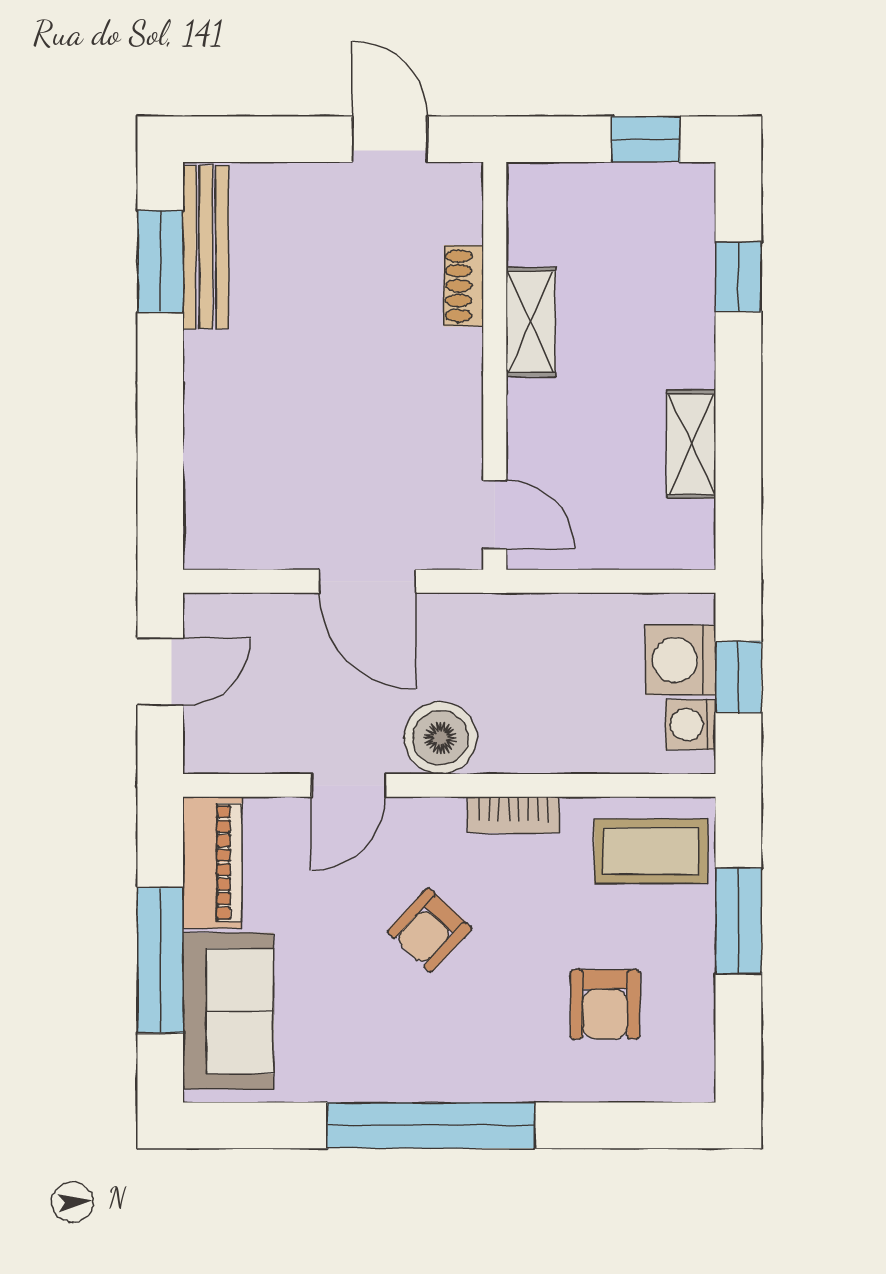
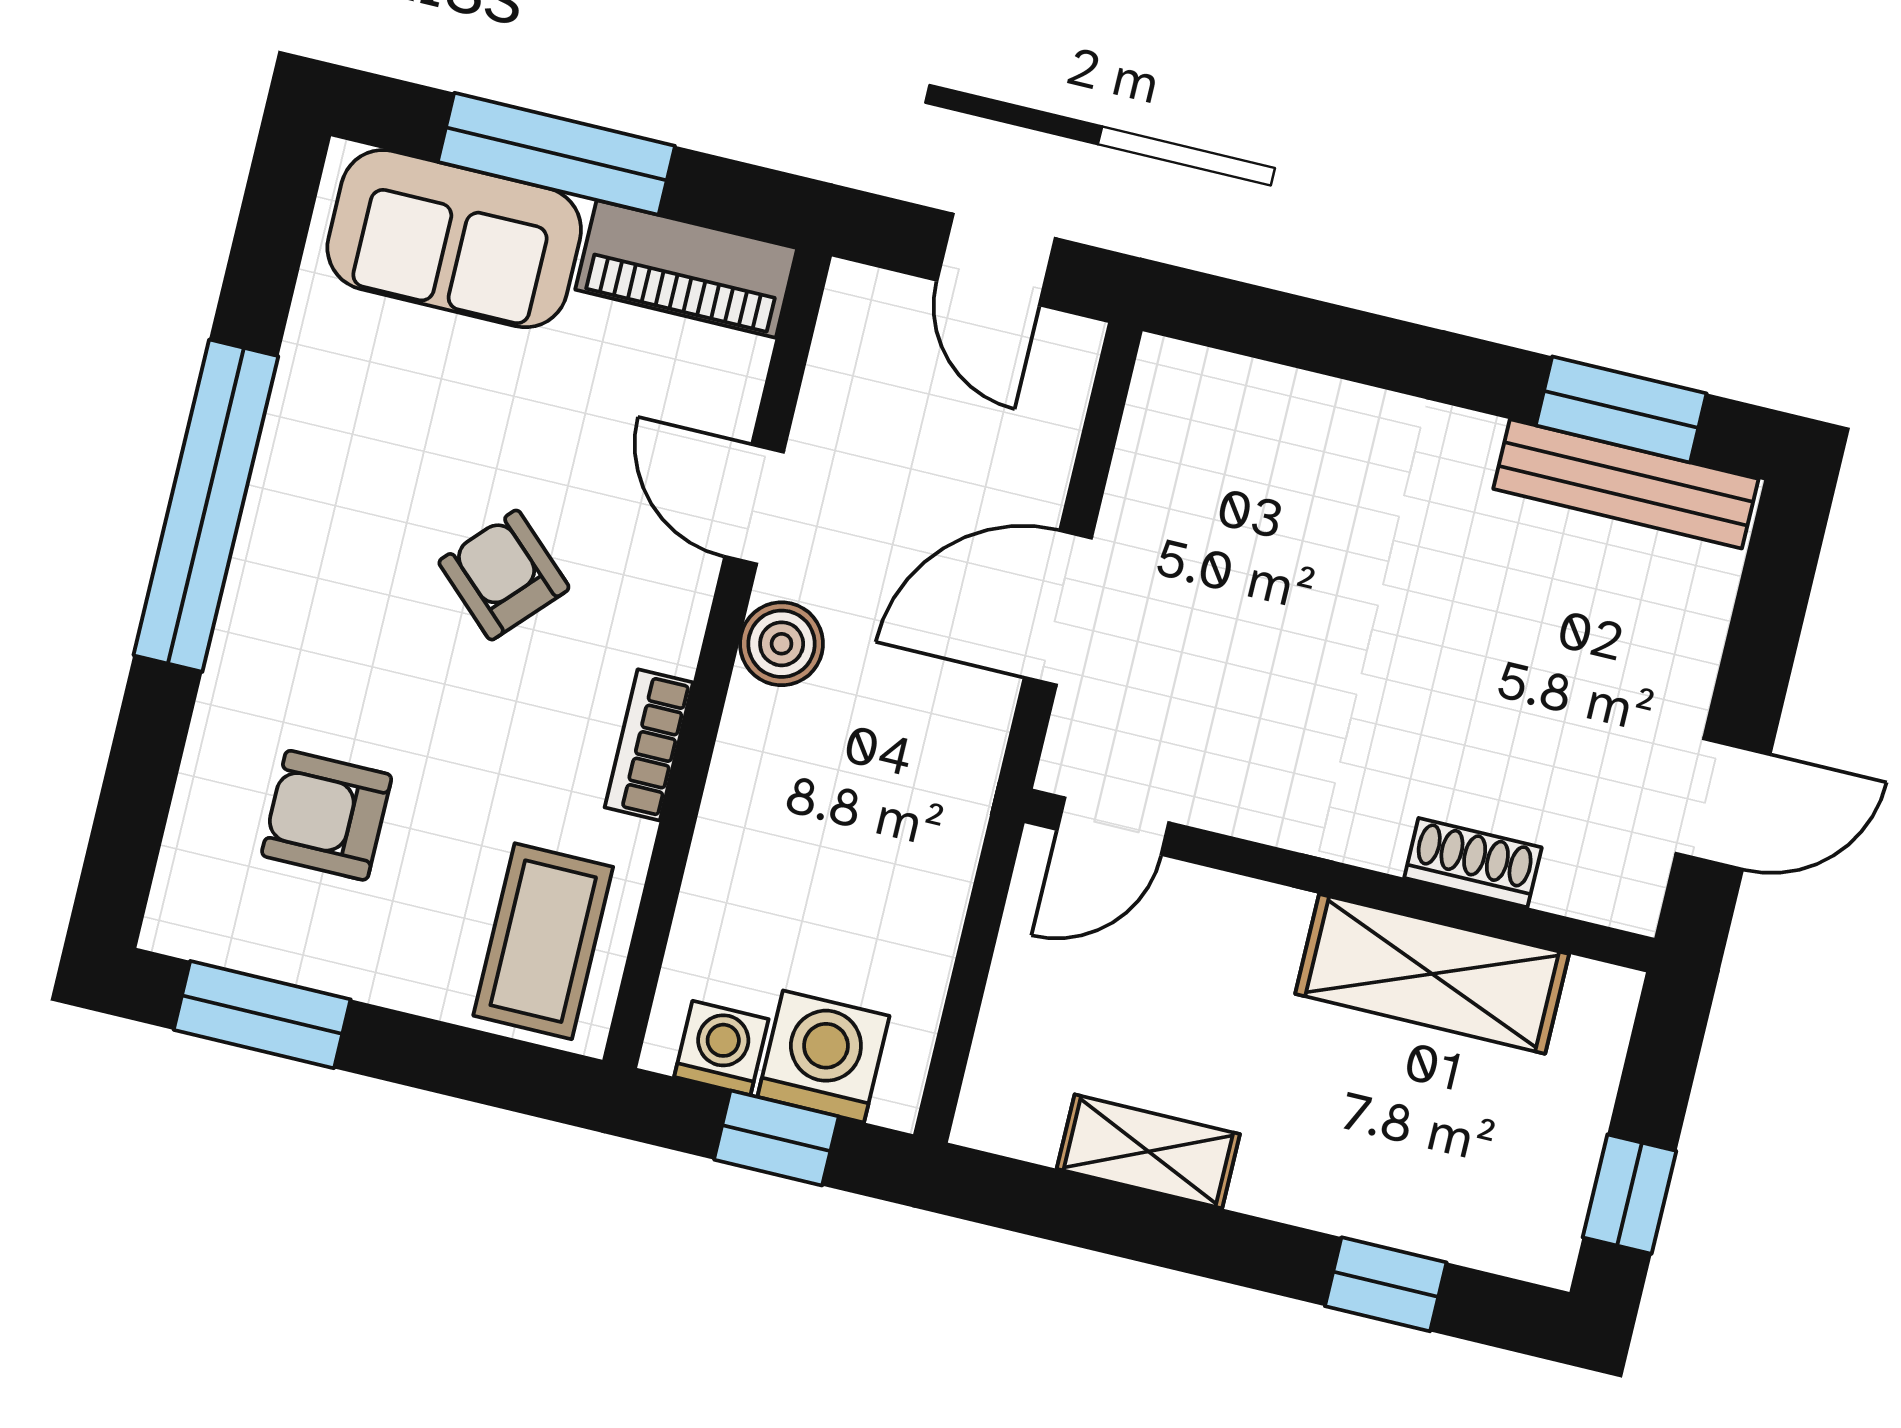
shelving: (531, 322) -> (1432, 974), width x1.50, depth x1.33
boiler: (440, 738) -> (782, 644), width x0.73, depth x0.73
window: (738, 921) -> (262, 1015), moved

